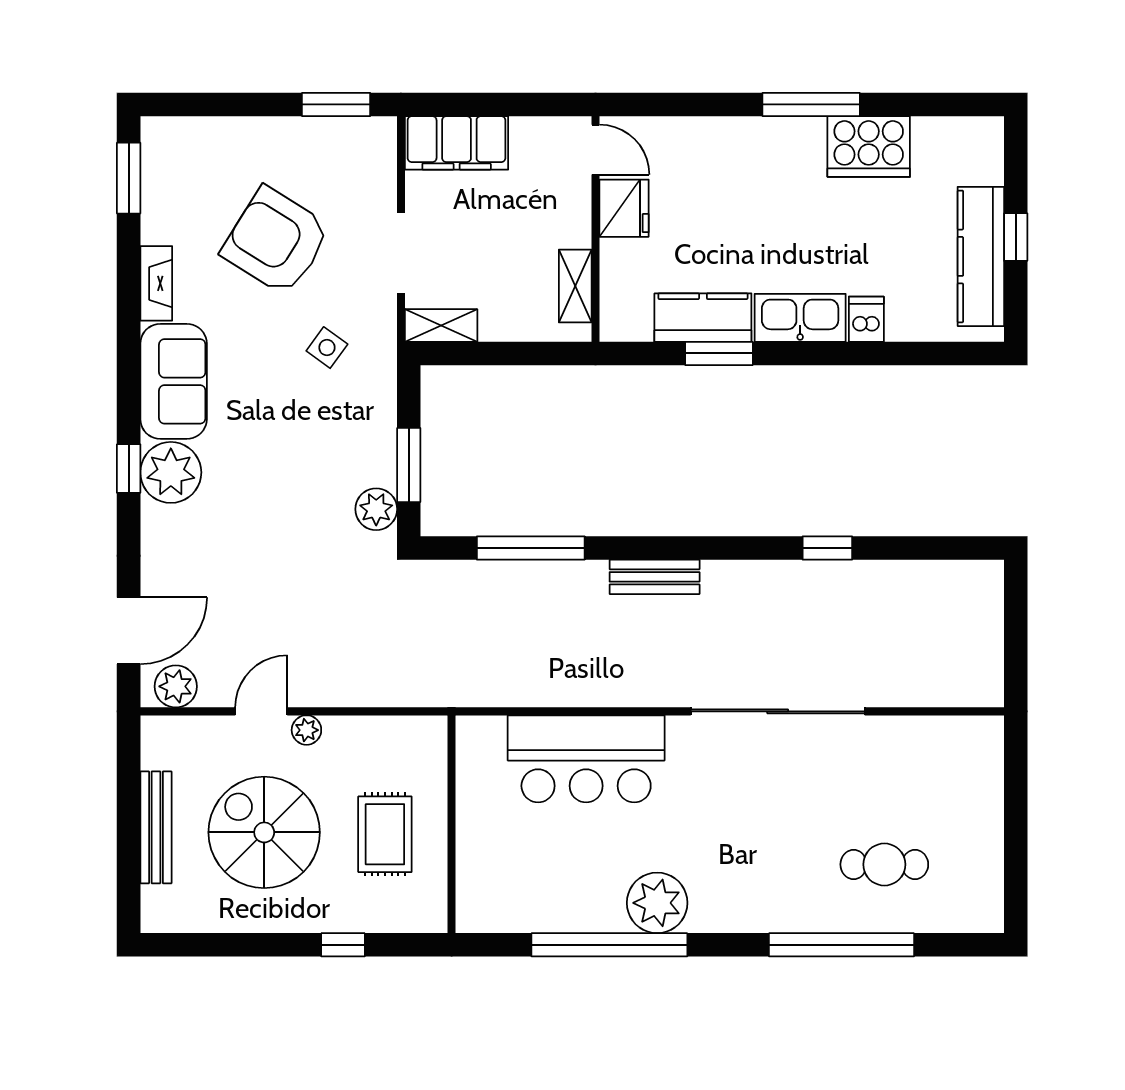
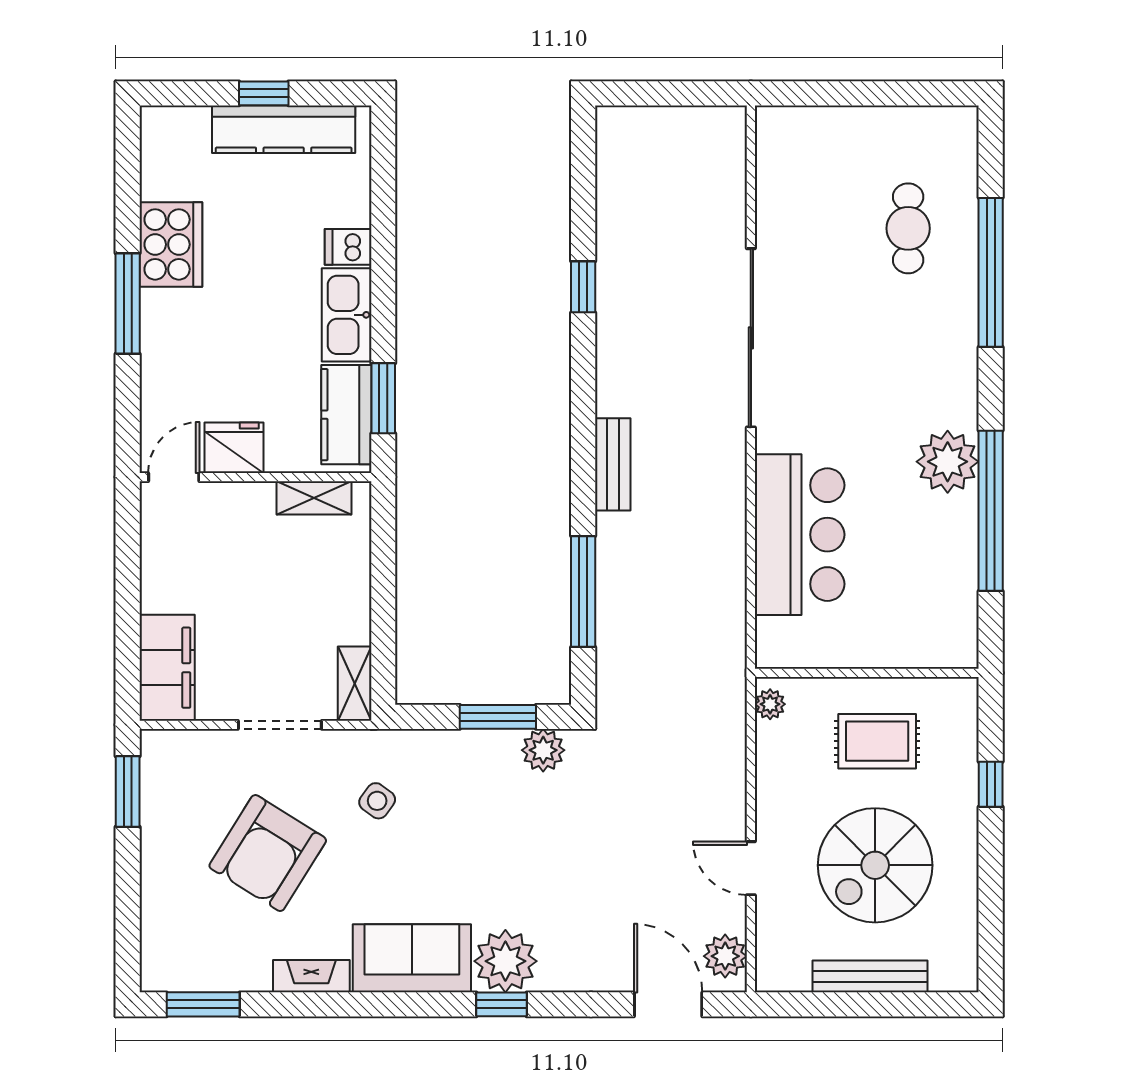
door: (595, 150) -> (174, 477), moved
fridge: (624, 208) -> (234, 448), moved
wall: (595, 229) -> (255, 477), moved
shelving: (575, 286) -> (314, 498), moved
plant: (306, 730) -> (770, 704), moved

